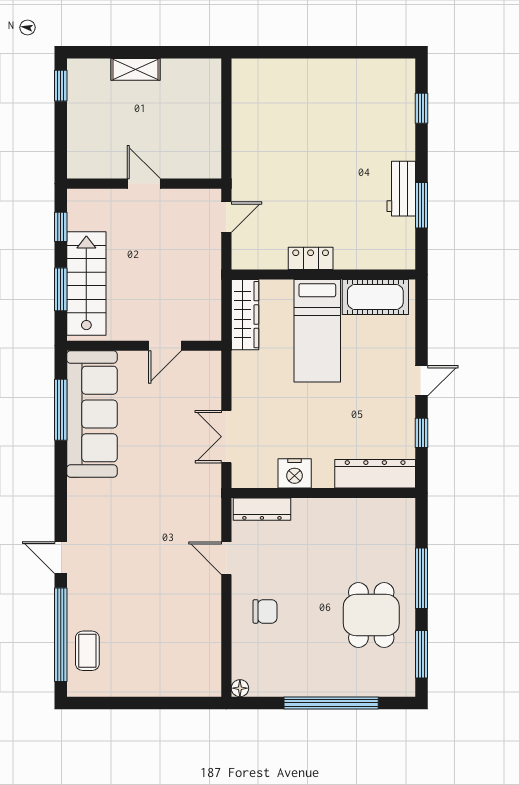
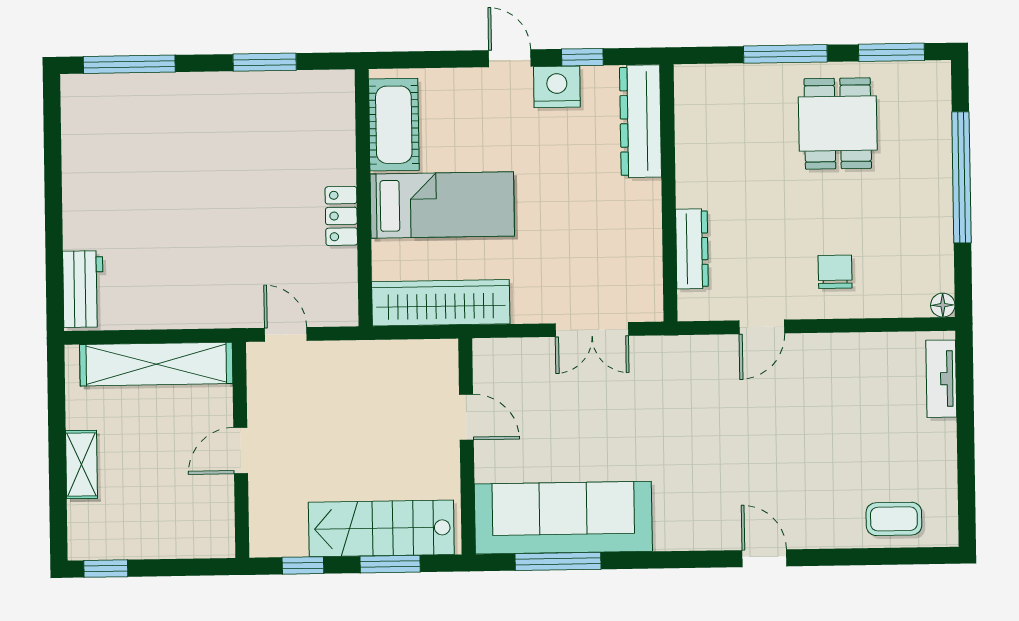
window: (422, 108) -> (129, 64), width x2.17
shelving: (207, 124) -> (156, 364), added
workbench: (401, 189) -> (83, 289), moved, turned -90
wardrobe: (245, 315) -> (441, 303), width x1.40, depth x1.17
nightstand: (295, 473) -> (557, 87), moved, turned -90
dresser: (262, 509) -> (692, 249), moved
door: (61, 558) -> (764, 558), swing flipped
dining table: (371, 615) -> (838, 123), turned 90
window: (61, 635) -> (872, 557), removed
tv unit: (187, 686) -> (941, 379), added

